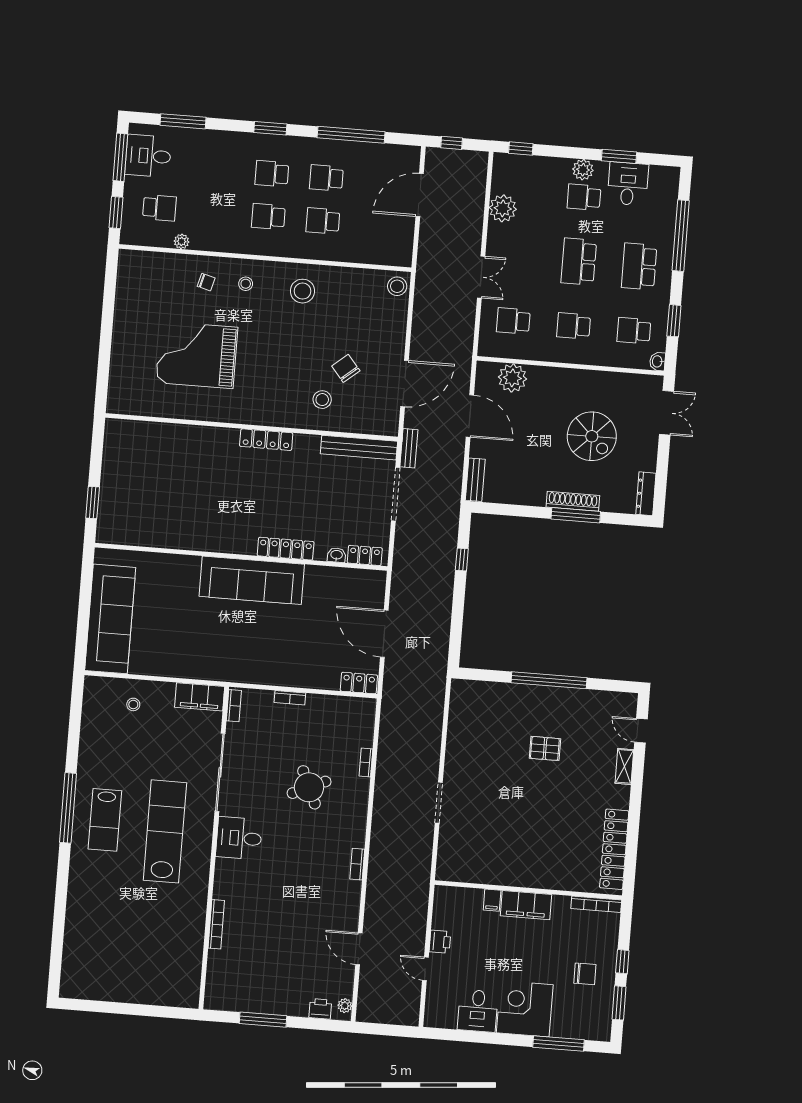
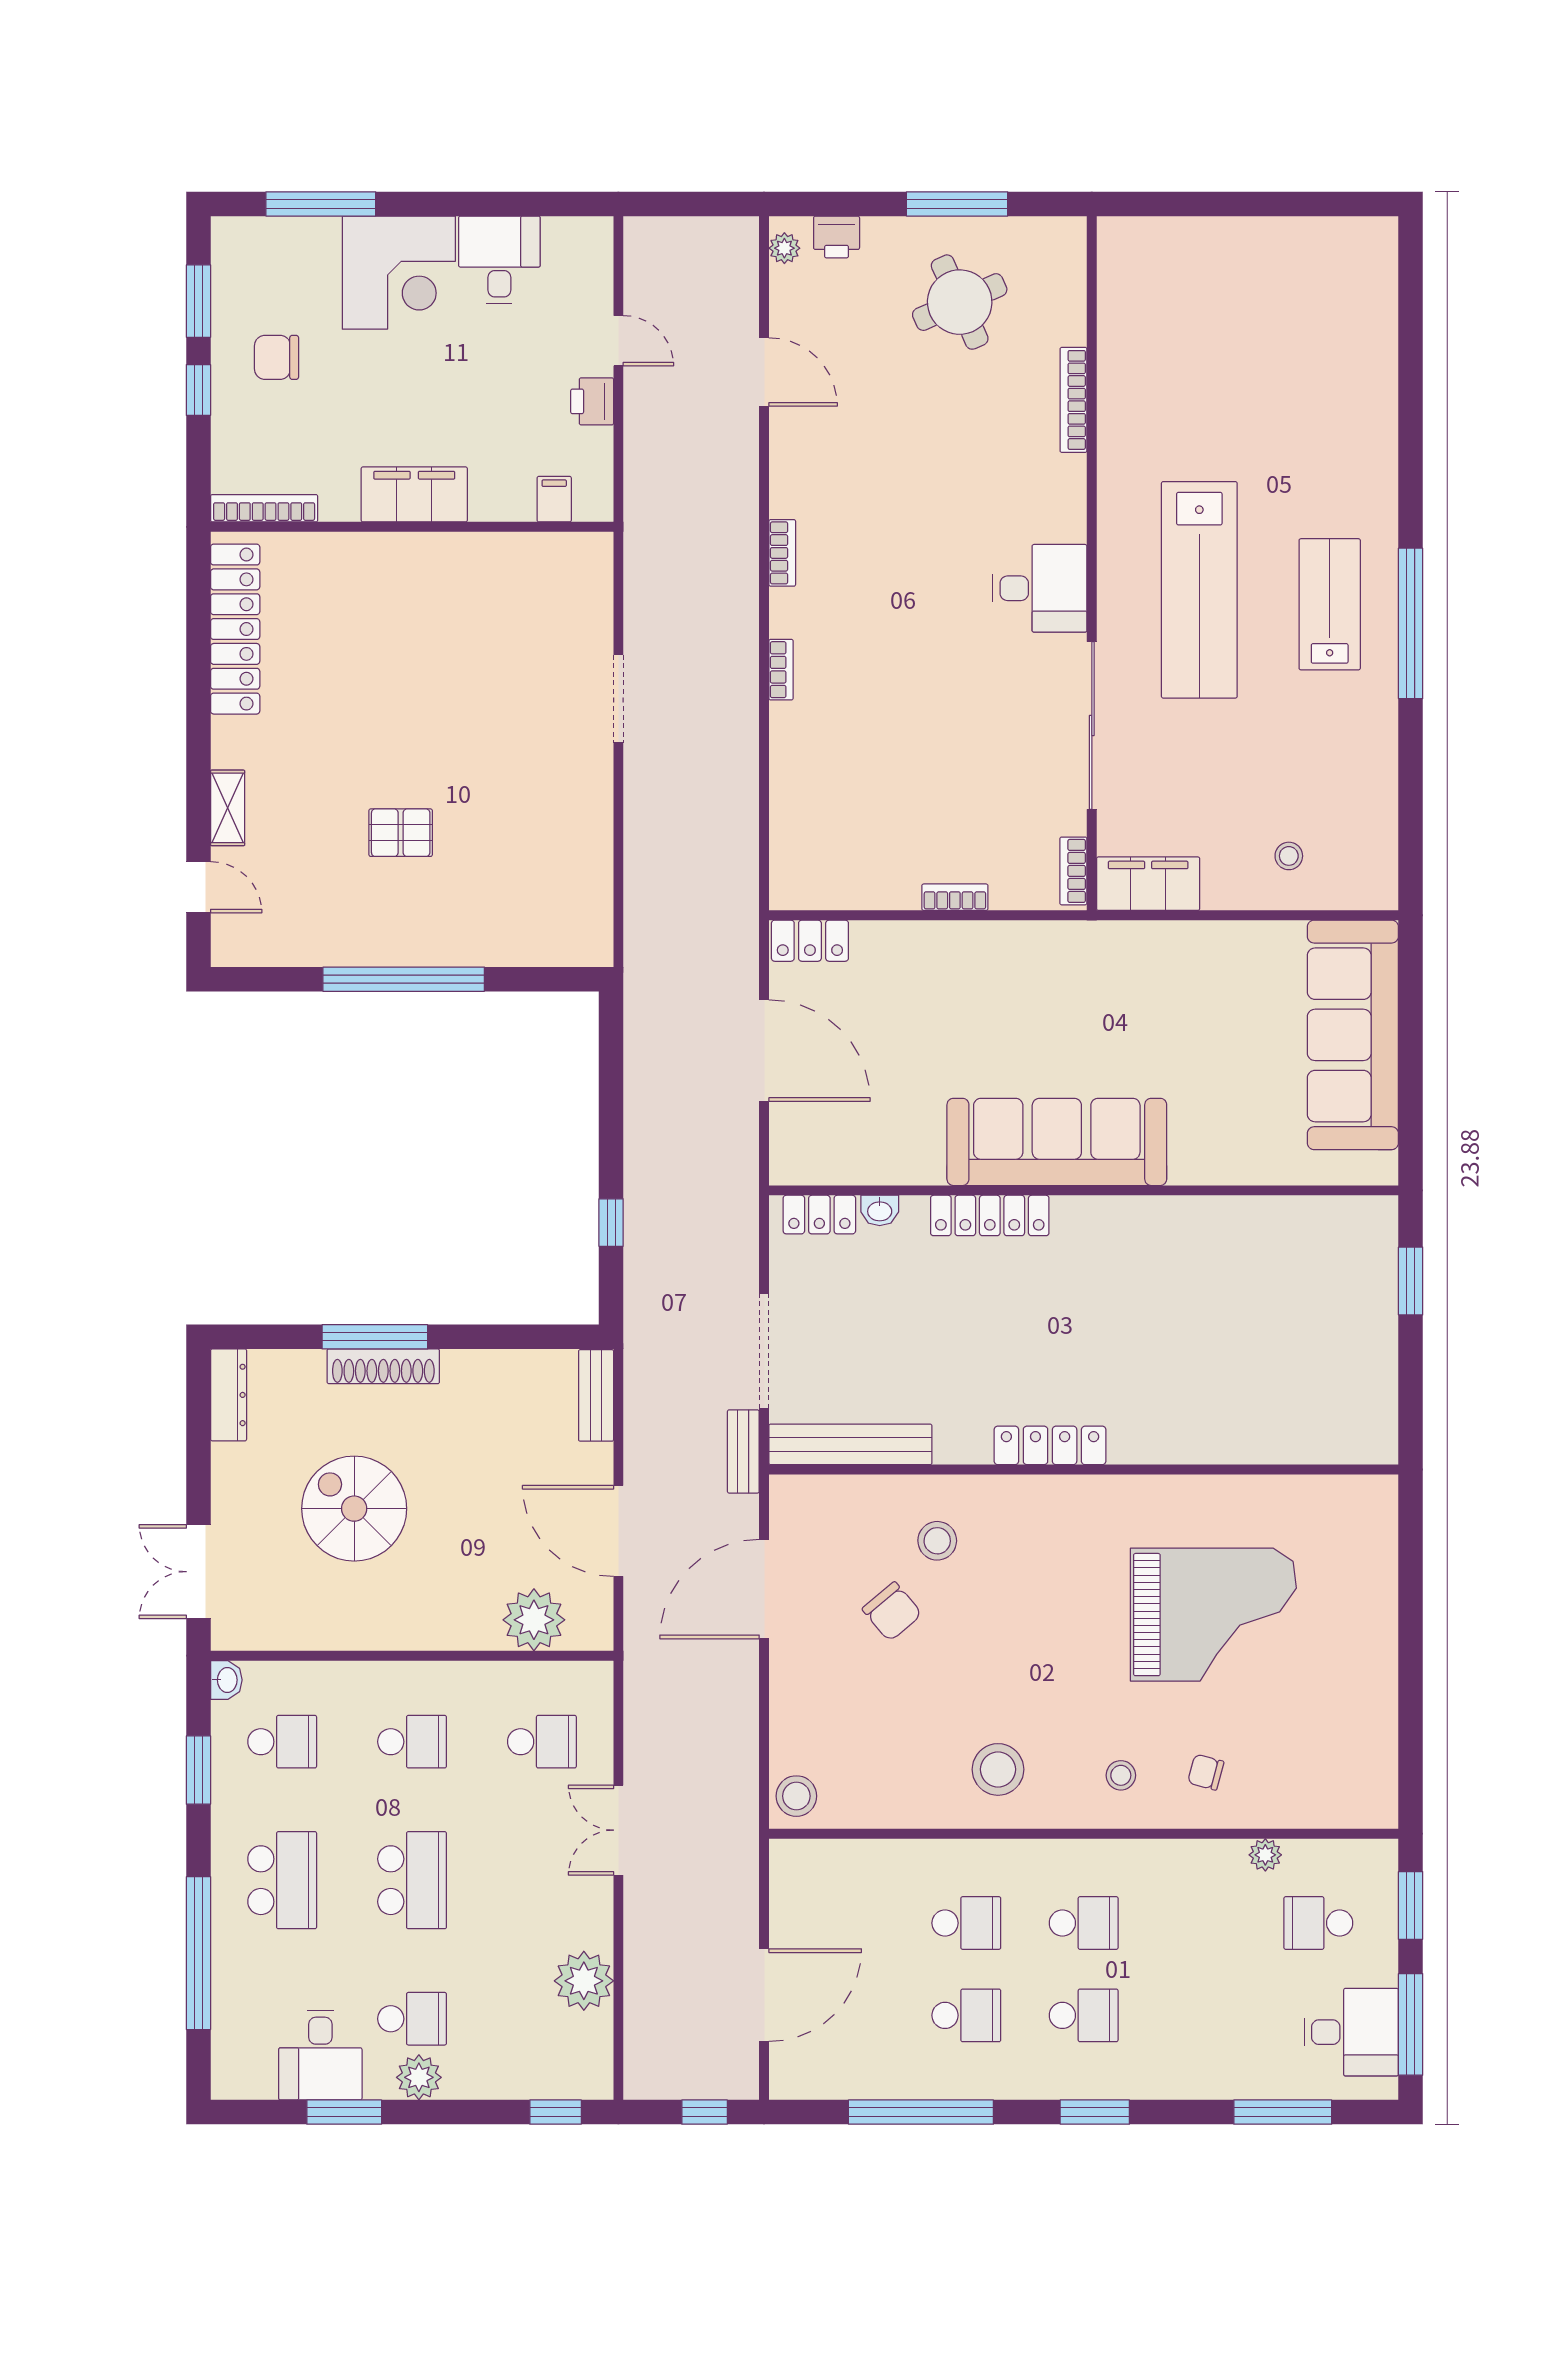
bookcase: (366, 762) -> (781, 670), moved
round table: (309, 787) -> (960, 302), moved
filing cabinet: (492, 900) -> (554, 499), moved

